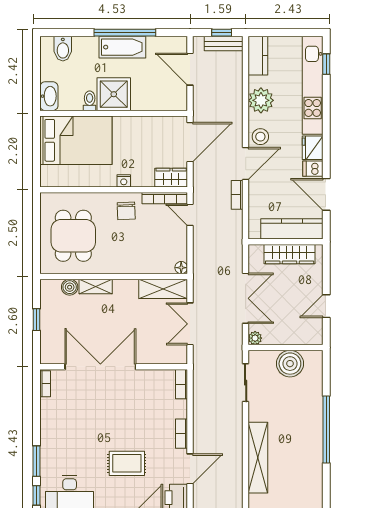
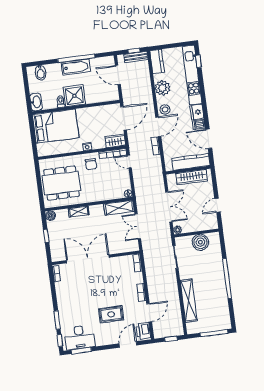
dining table: (73, 236) -> (61, 183), width x1.38
boiler: (70, 287) -> (50, 216), moved

